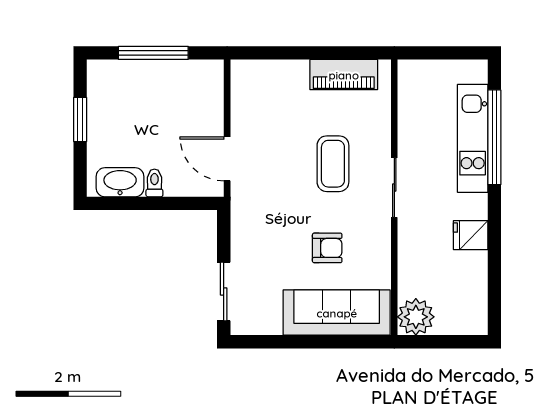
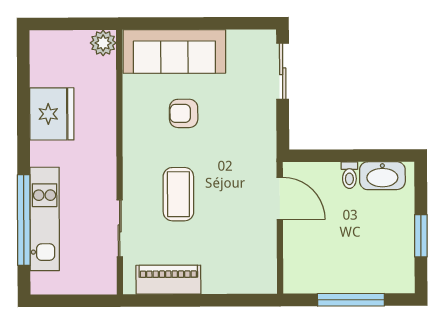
sliding door: (394, 188) -> (120, 228), moved
fridge: (471, 235) -> (52, 114), width x1.88, depth x1.34
plant: (416, 317) -> (103, 43), width x0.73, depth x0.73

